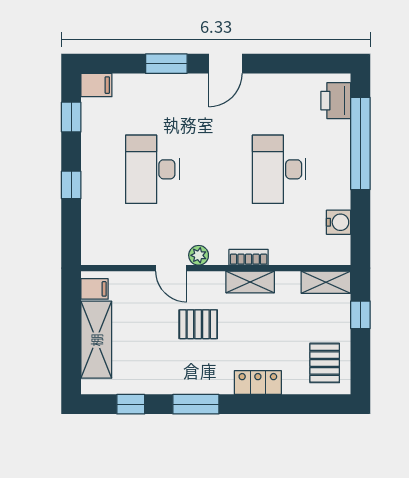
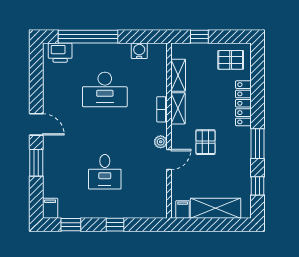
desk: (152, 169) -> (105, 172), width x0.73
shelving: (326, 282) -> (178, 75), moved
locker: (258, 383) -> (243, 103), width x1.53

